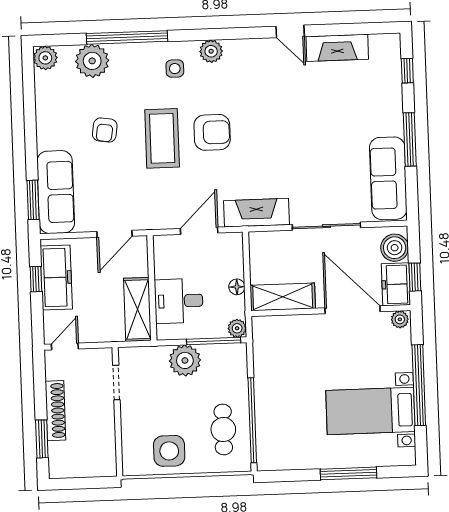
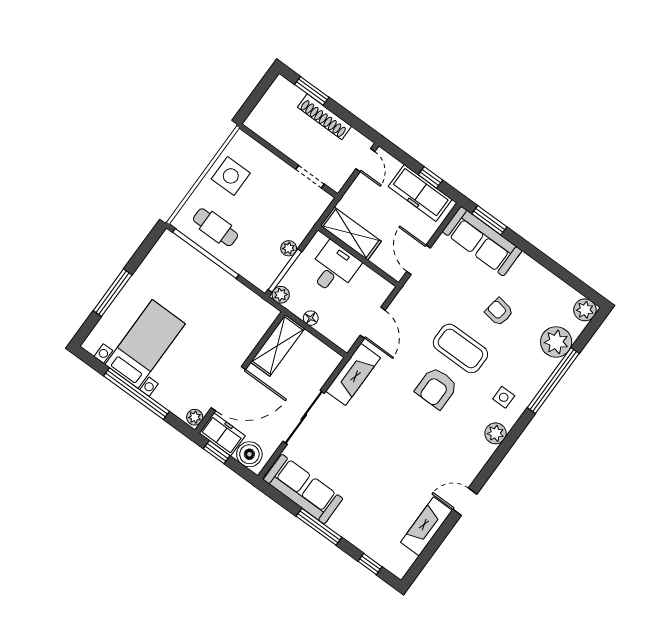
plant: (185, 360) -> (289, 248), width x0.53, depth x0.53

